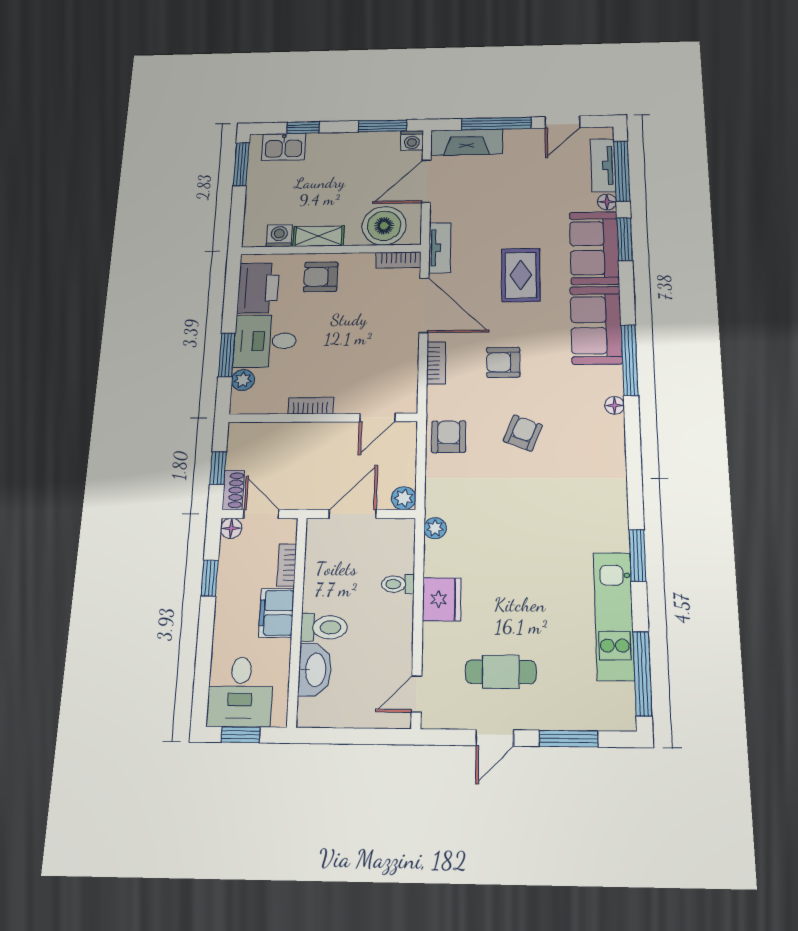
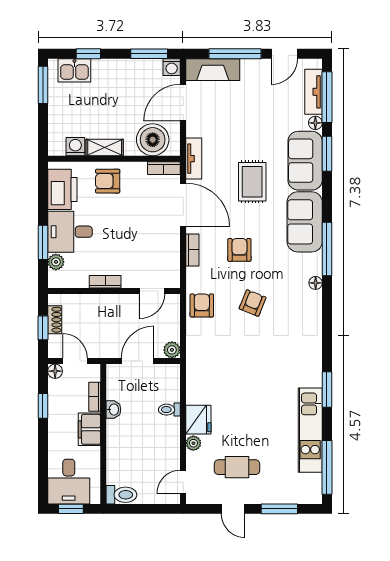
armchair: (503, 362) -> (239, 250), turned 90
shoe rack: (233, 490) -> (55, 320), moved
plant: (435, 528) -> (193, 443), moved
toilet: (324, 627) -> (121, 495), moved
washbasin: (315, 670) -> (113, 410), moved, width x0.52, depth x0.69
door: (495, 738) -> (233, 509), hinge flipped

